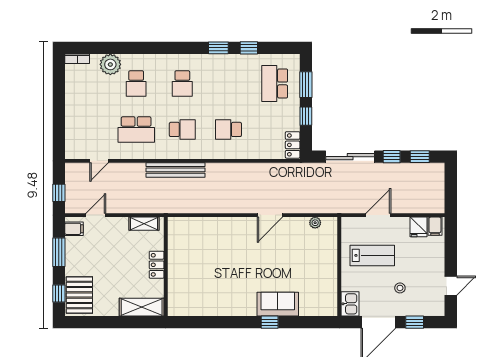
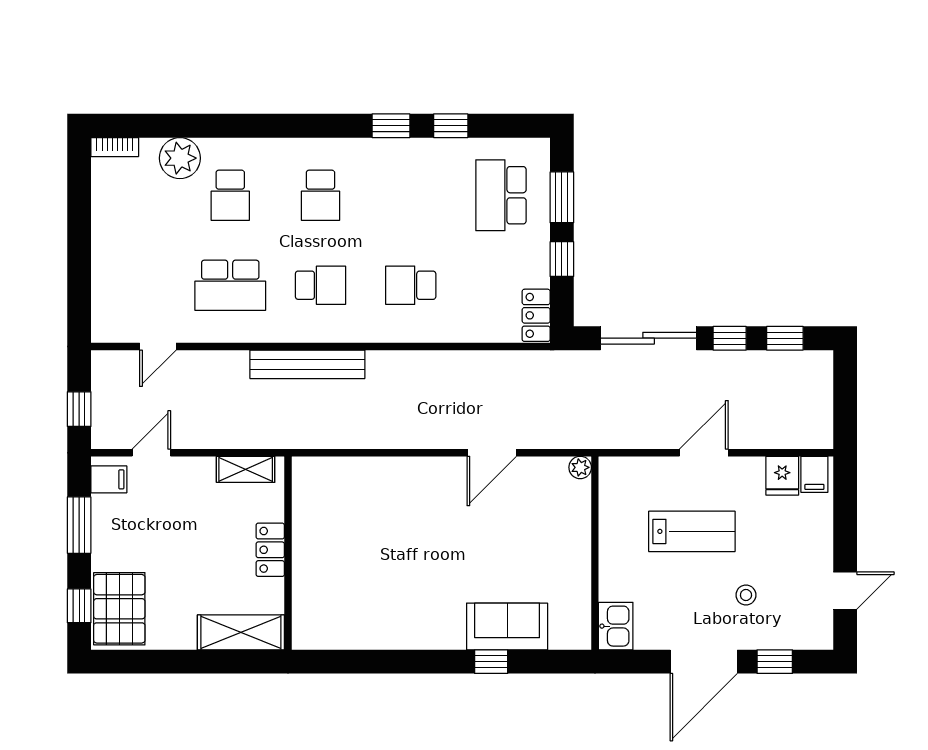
wall: (339, 267) -> (595, 553), moved
kitchen sink: (350, 304) -> (616, 626), moved

